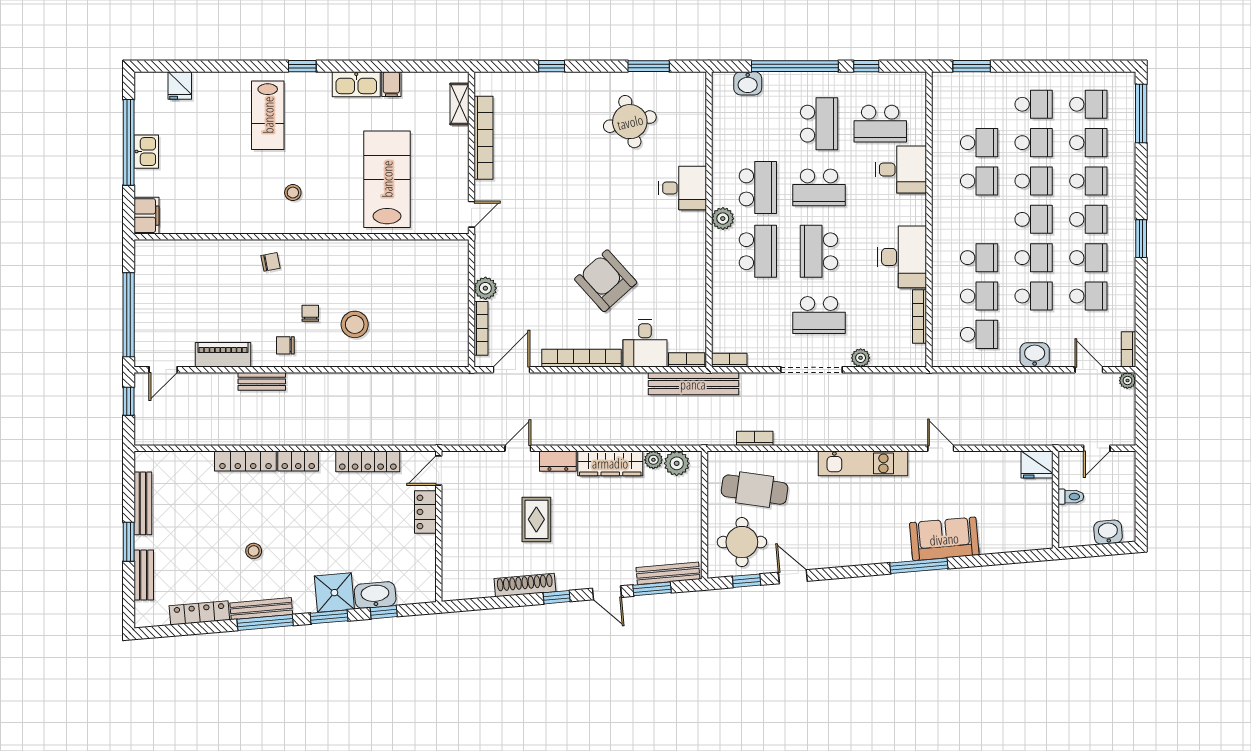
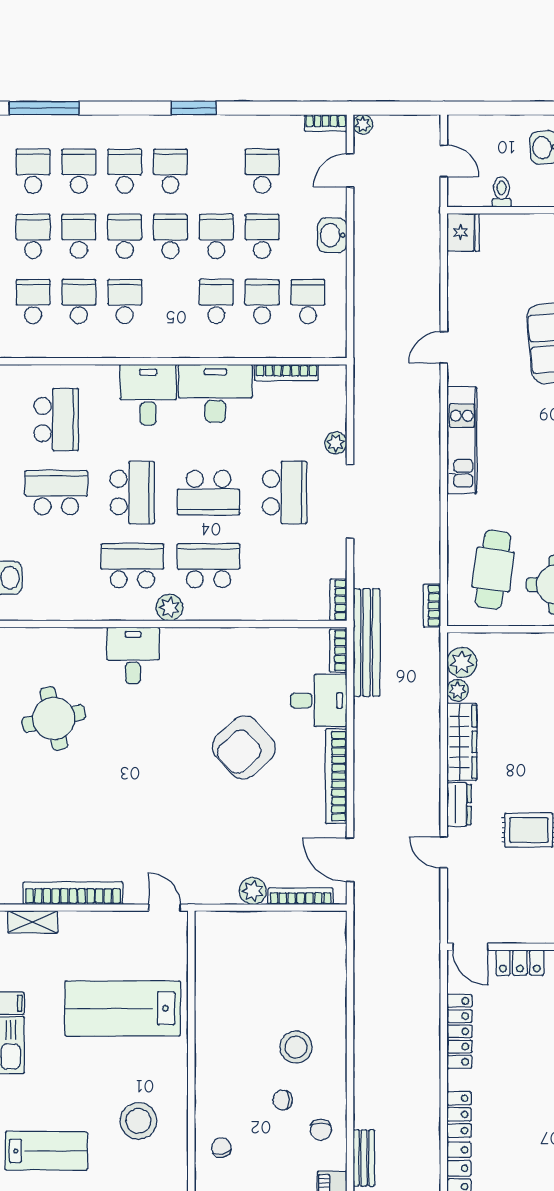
desk: (901, 169) -> (148, 395), moved
stool: (293, 193) -> (138, 1121), width x1.89, depth x1.89
school desk: (1088, 258) -> (33, 302), moved
bookcase: (755, 438) -> (432, 606), moved

